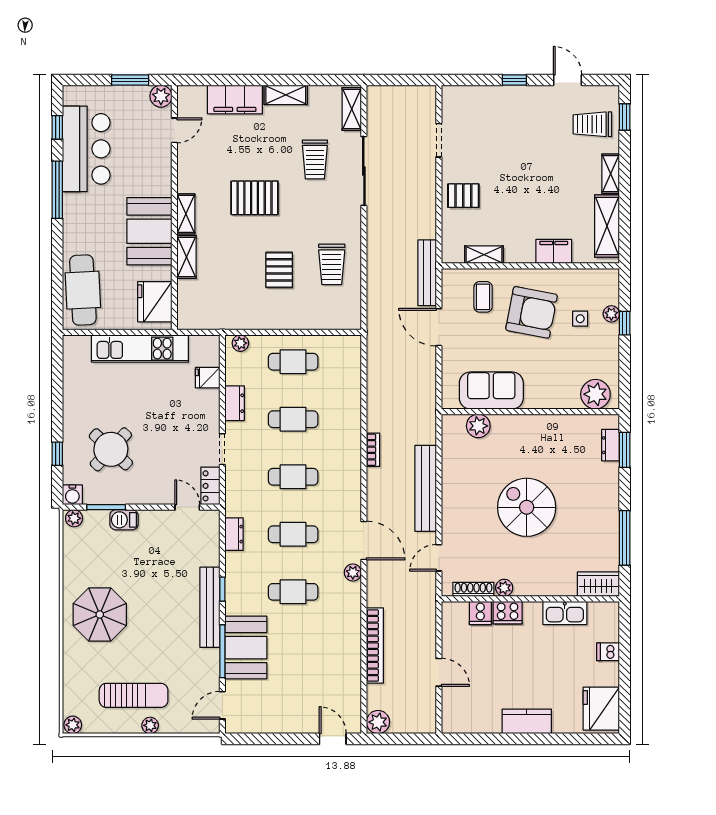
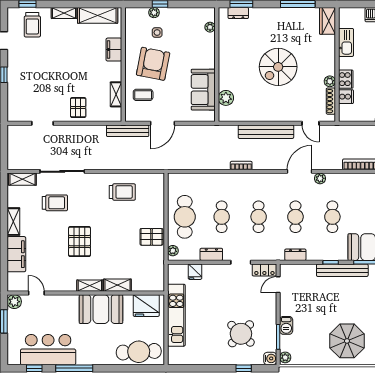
pallet: (279, 270) -> (151, 237), moved
cafe table: (293, 362) -> (185, 217), width x1.37, depth x1.35
plant: (595, 394) -> (210, 27), width x0.53, depth x0.53

